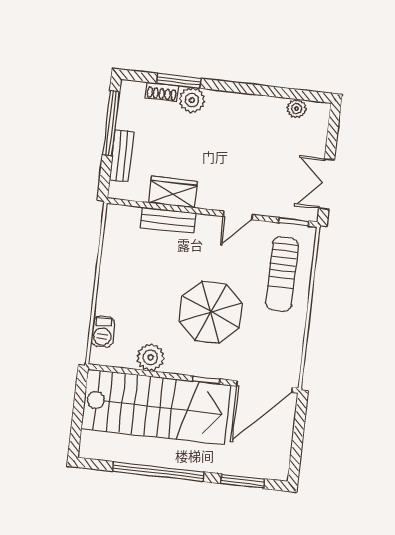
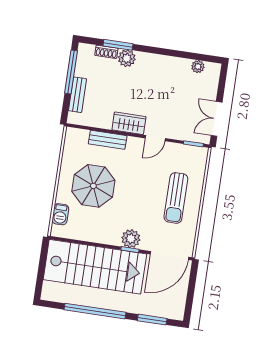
wardrobe: (173, 192) -> (129, 123), moved
sun lounger: (282, 274) -> (176, 198), moved
parasol: (211, 312) -> (93, 186), moved
plant: (150, 357) -> (131, 239), moved

